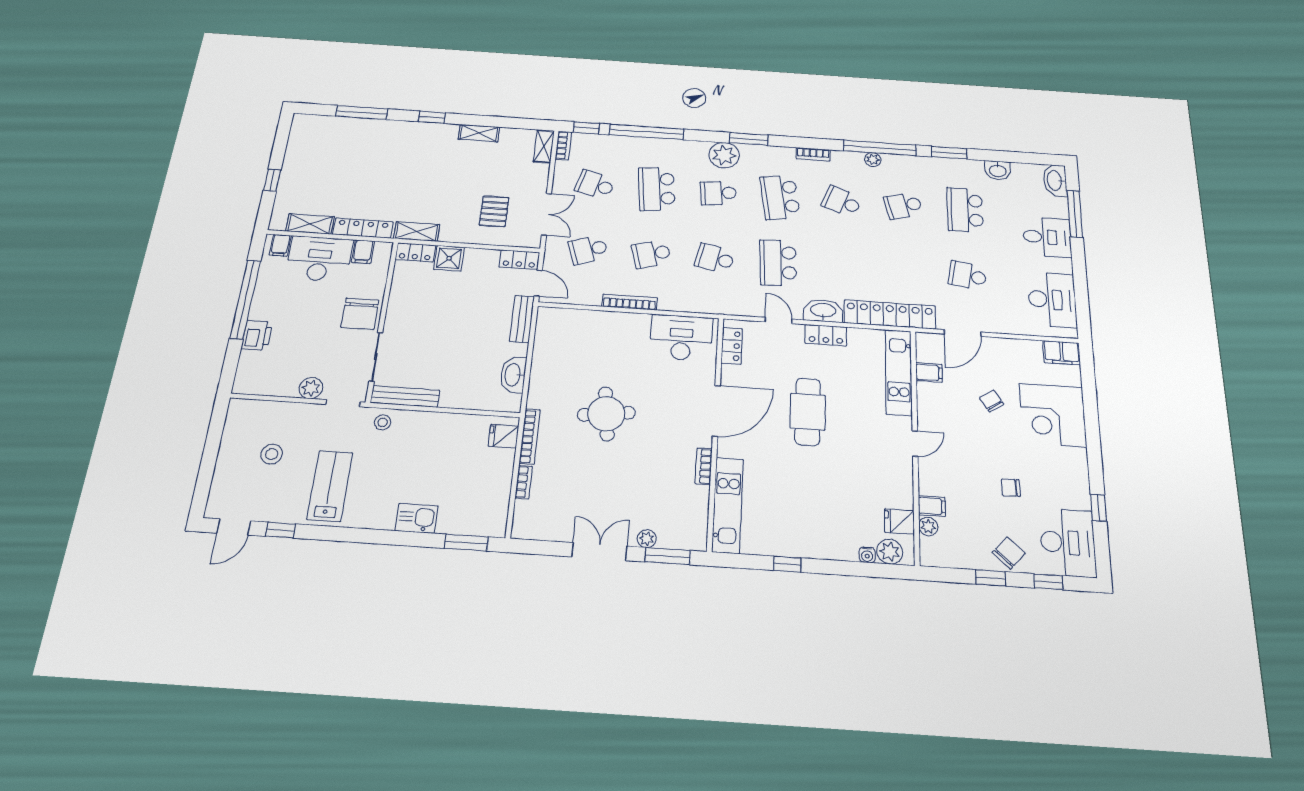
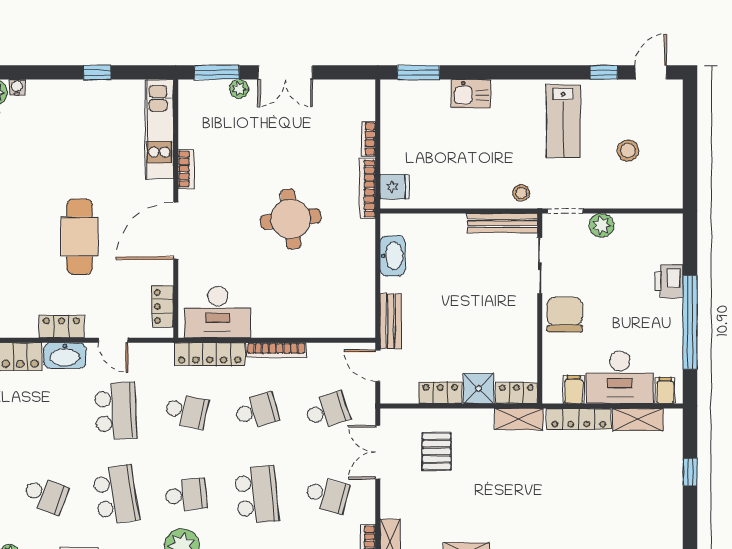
locker: (519, 260) -> (440, 393), moved
locker: (691, 303) -> (210, 354), added

